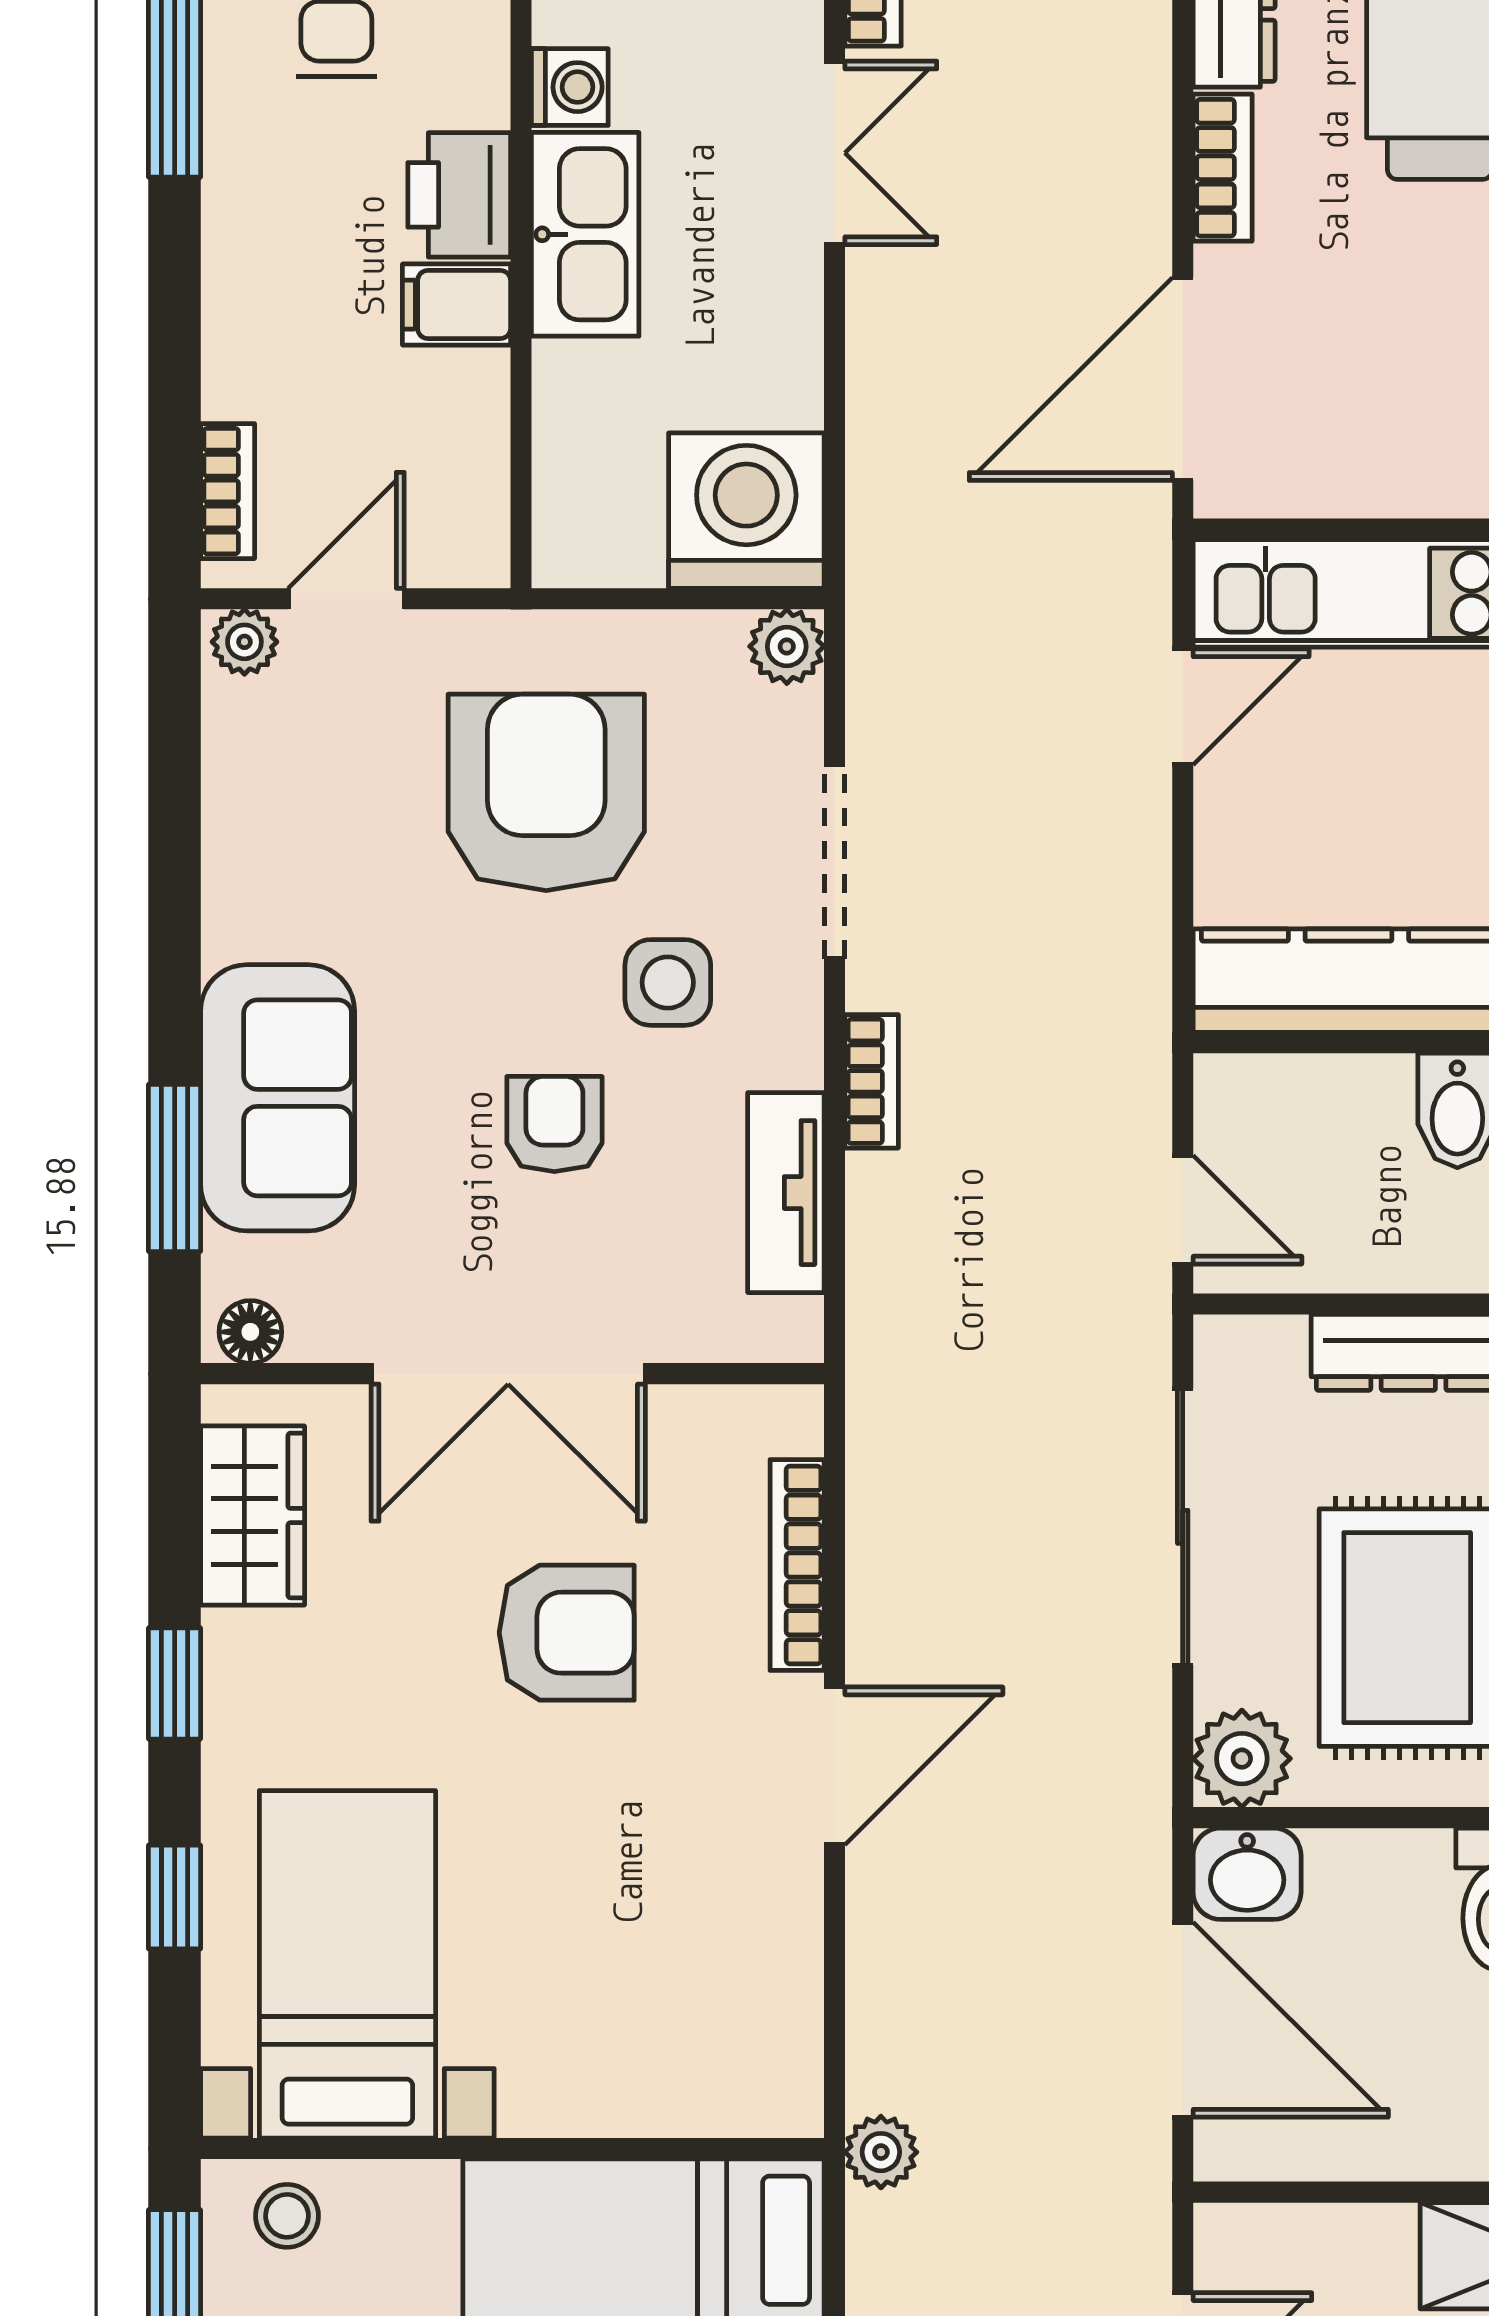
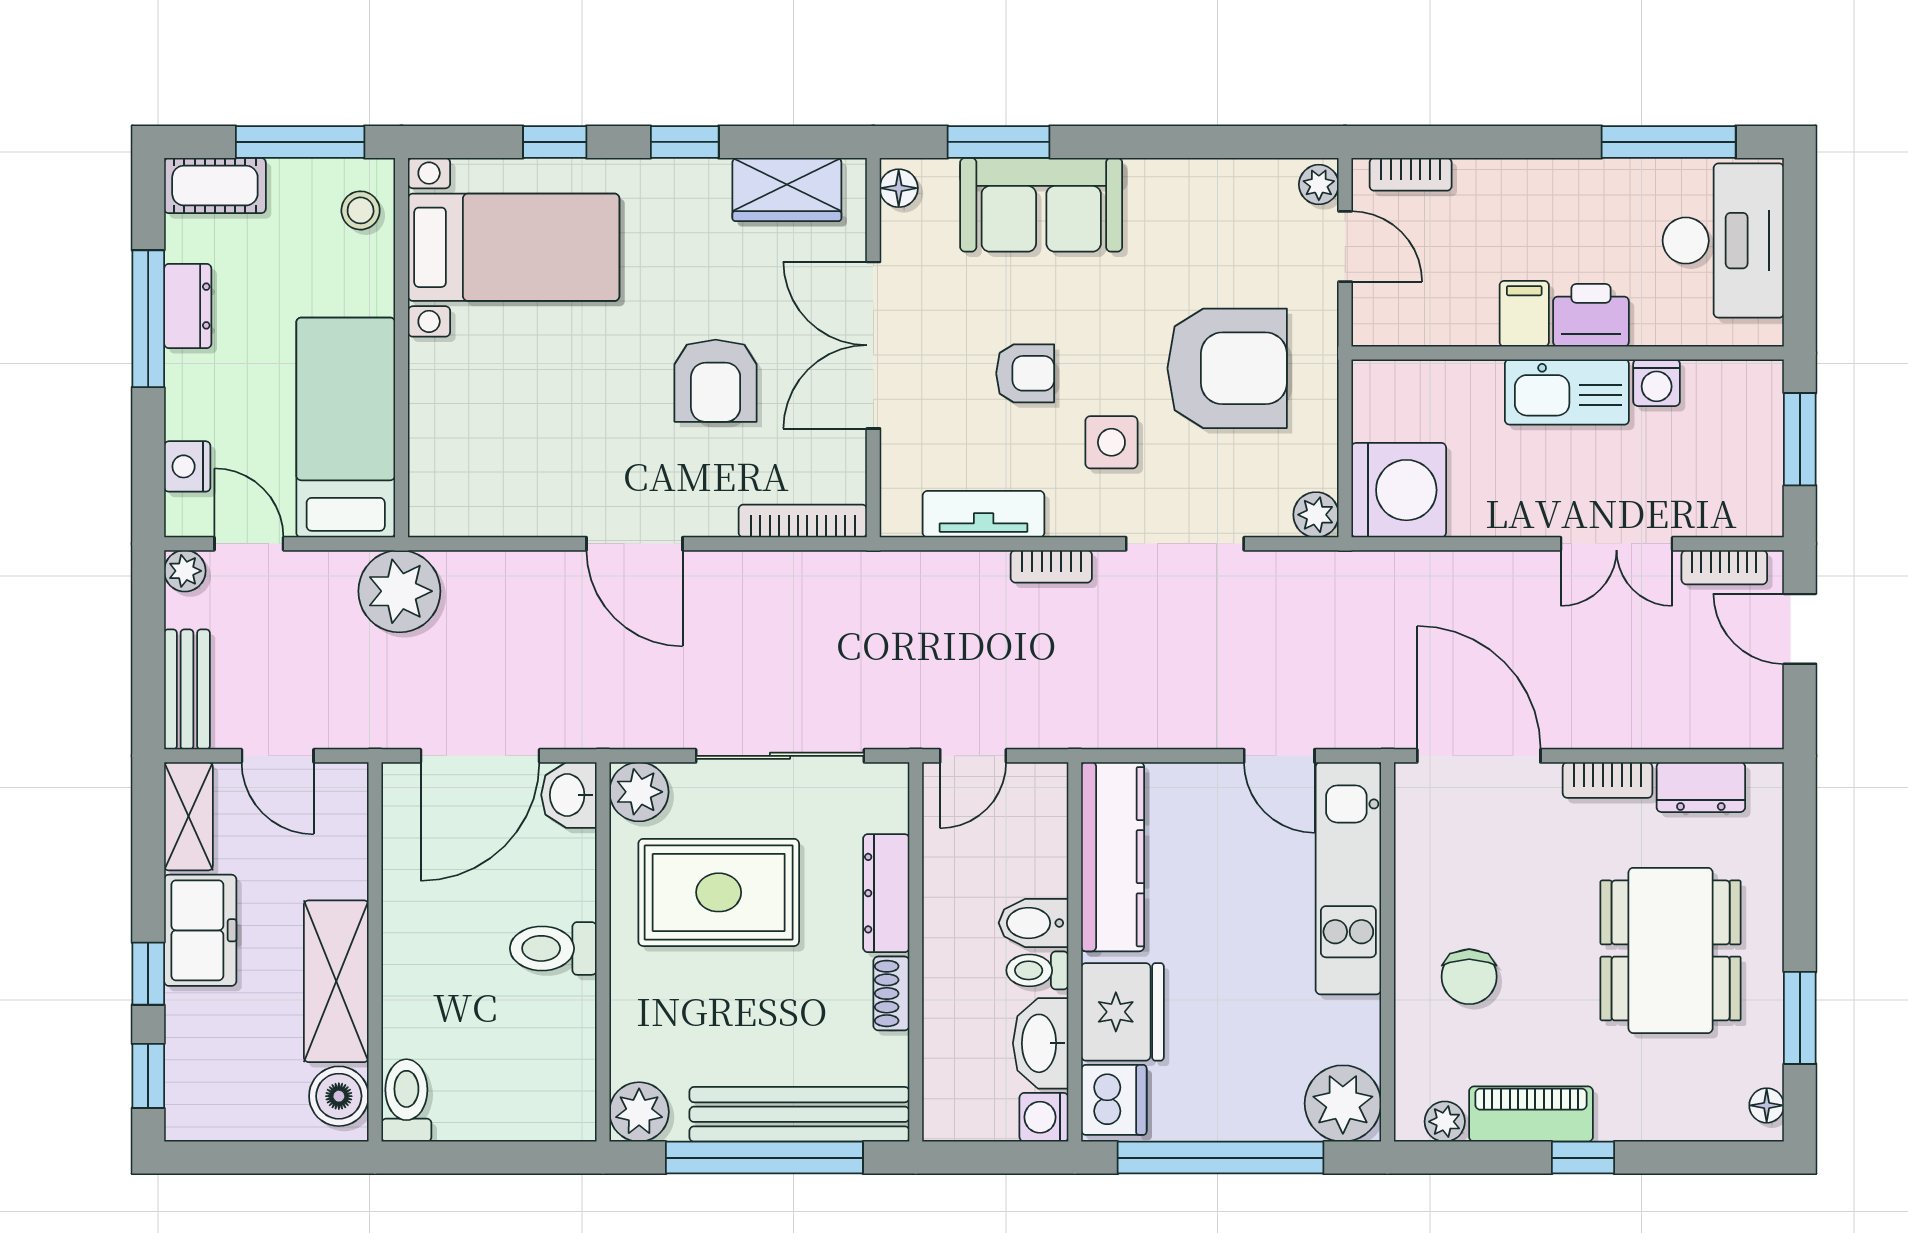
bookcase: (797, 1565) -> (803, 521), moved
plant: (881, 2152) -> (399, 591), width x1.87, depth x1.87

